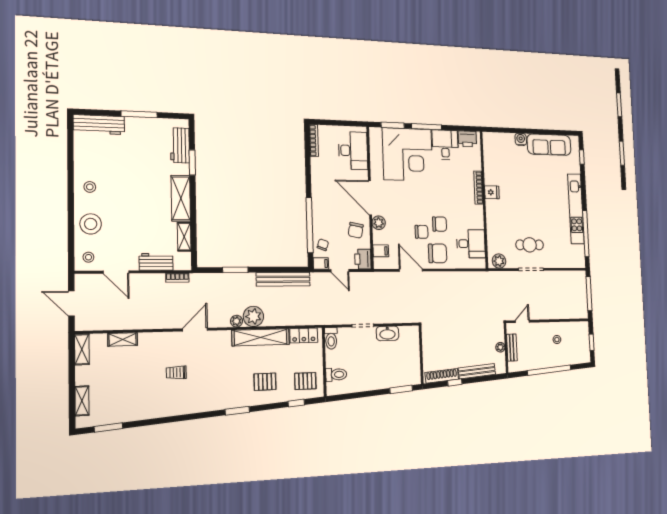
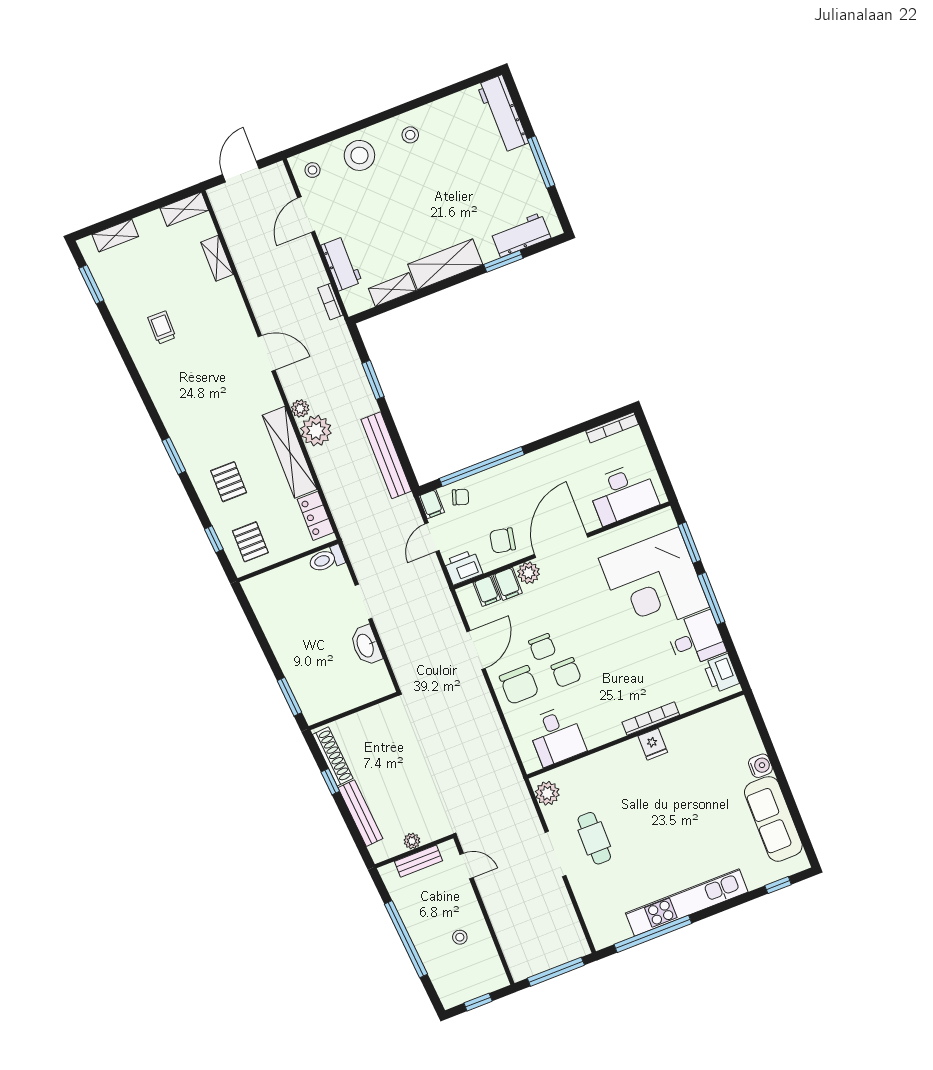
filing cabinet: (381, 237) -> (508, 584), added
trolley: (176, 373) -> (162, 328), moved
toilet: (336, 374) -> (276, 586), removed

